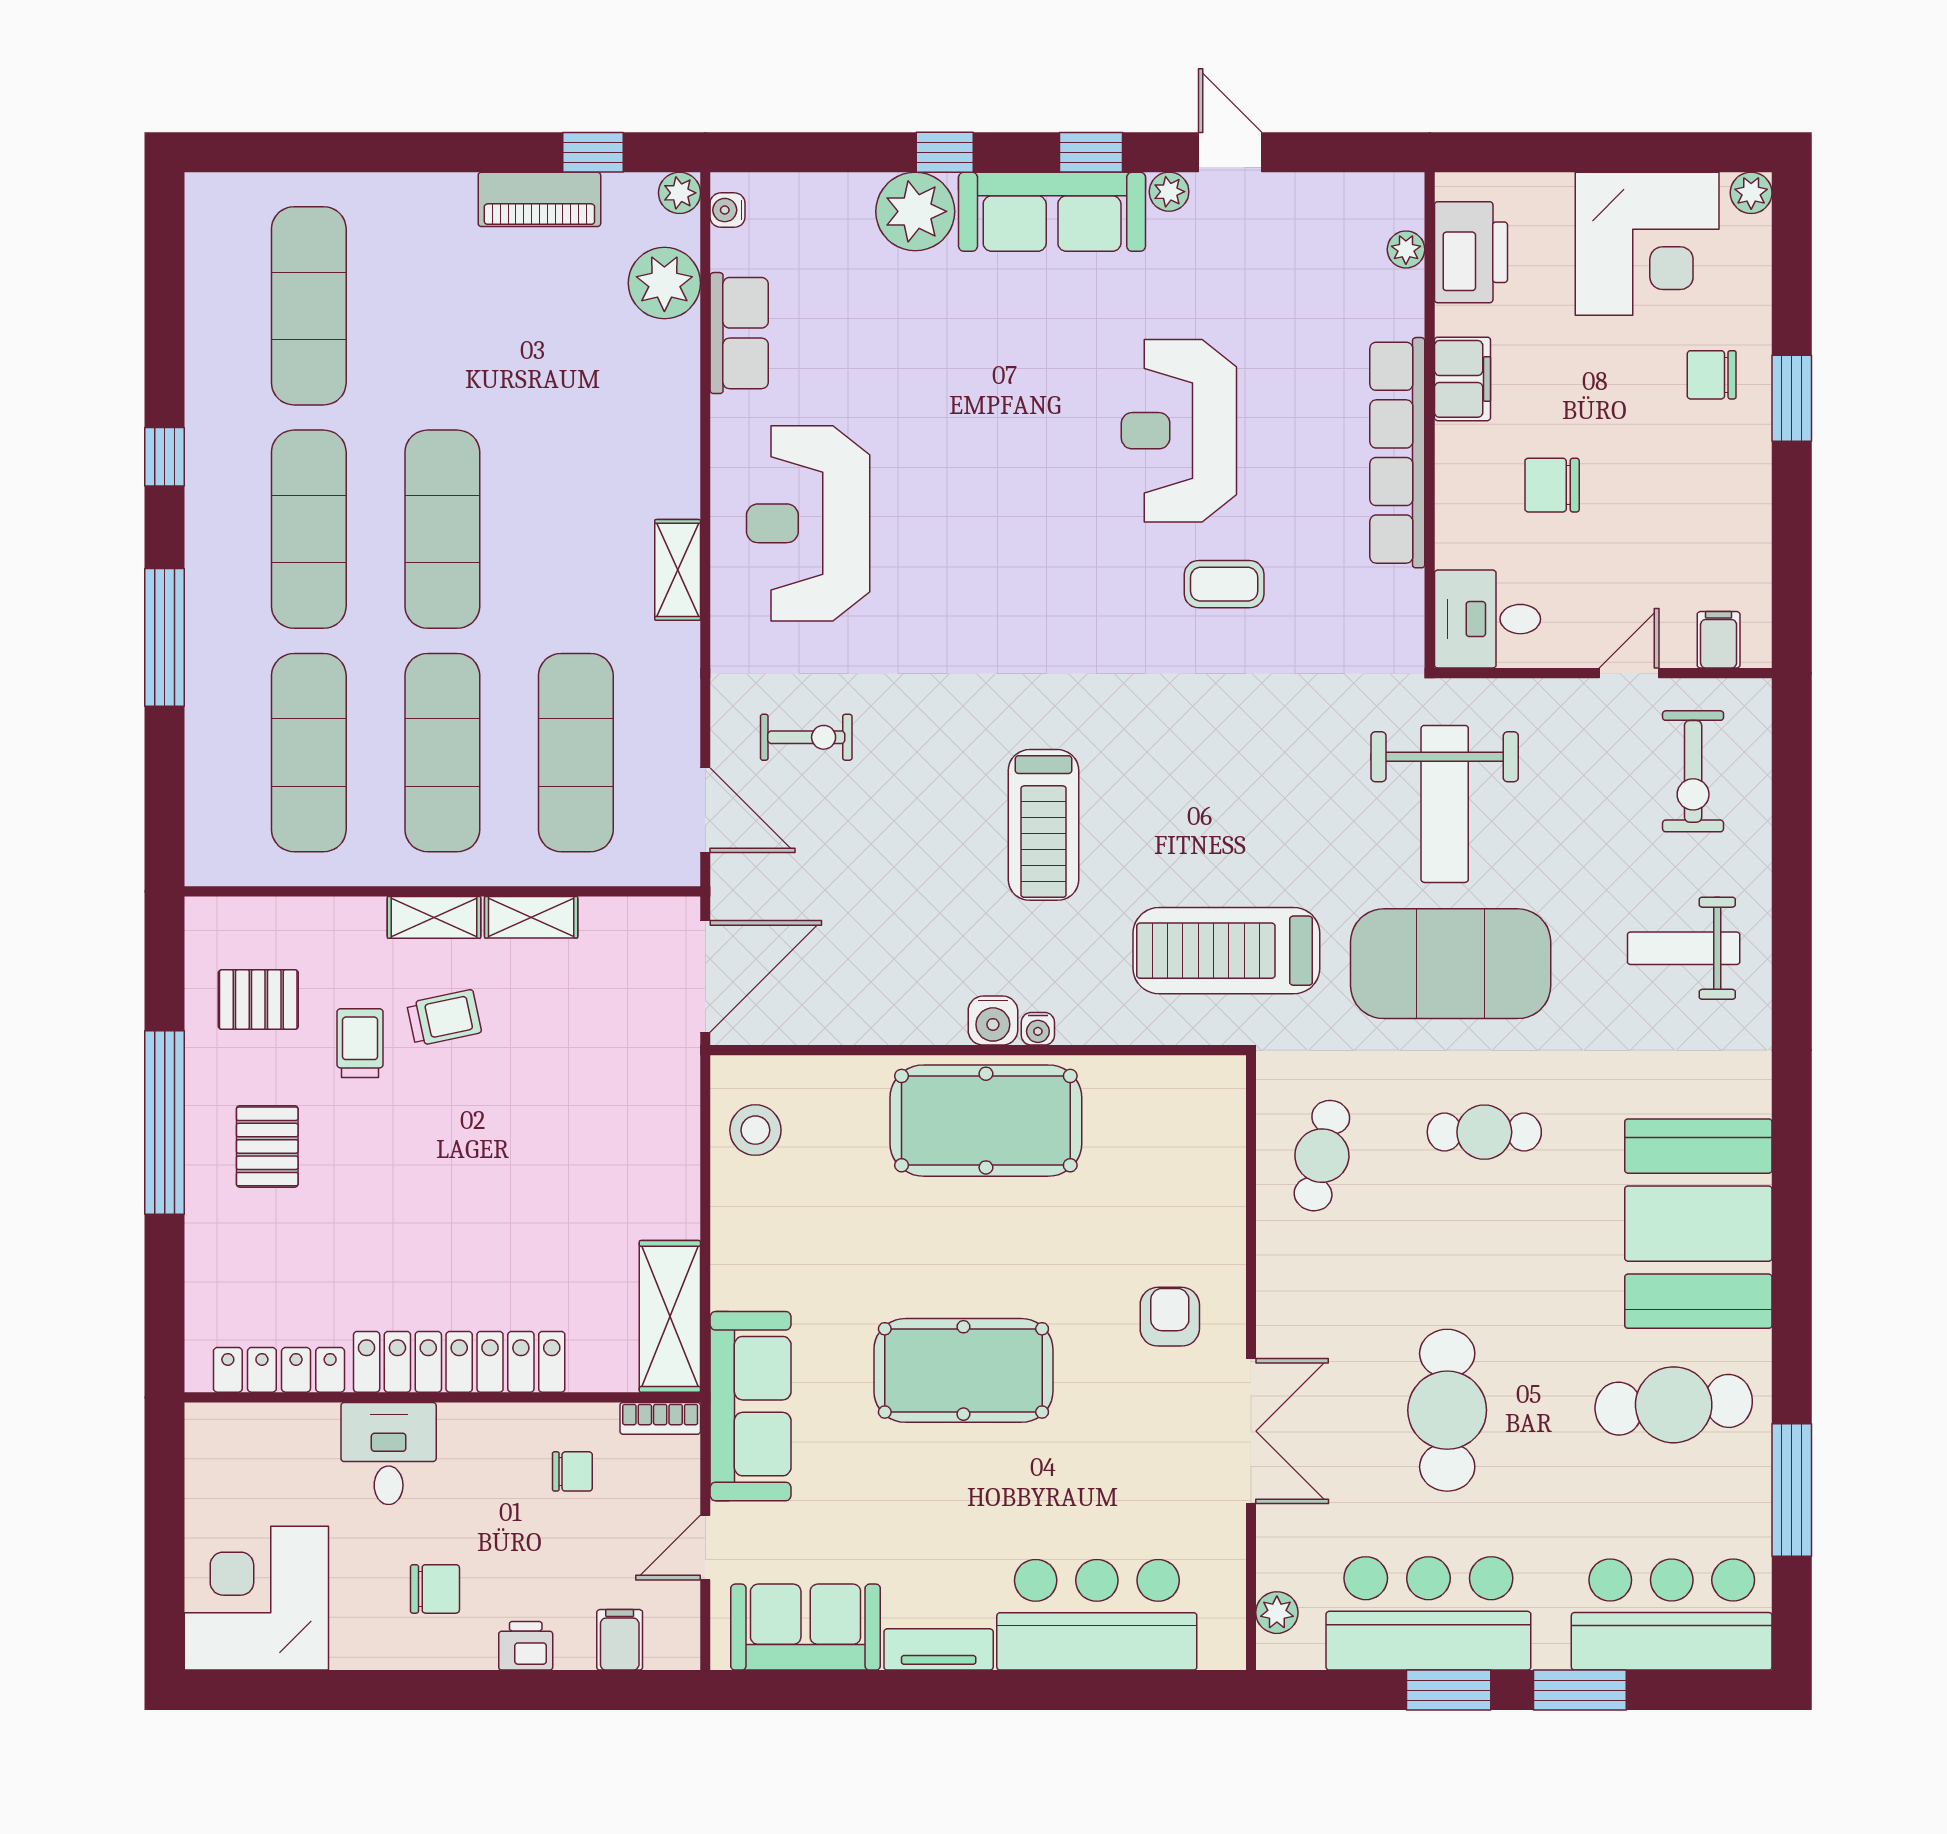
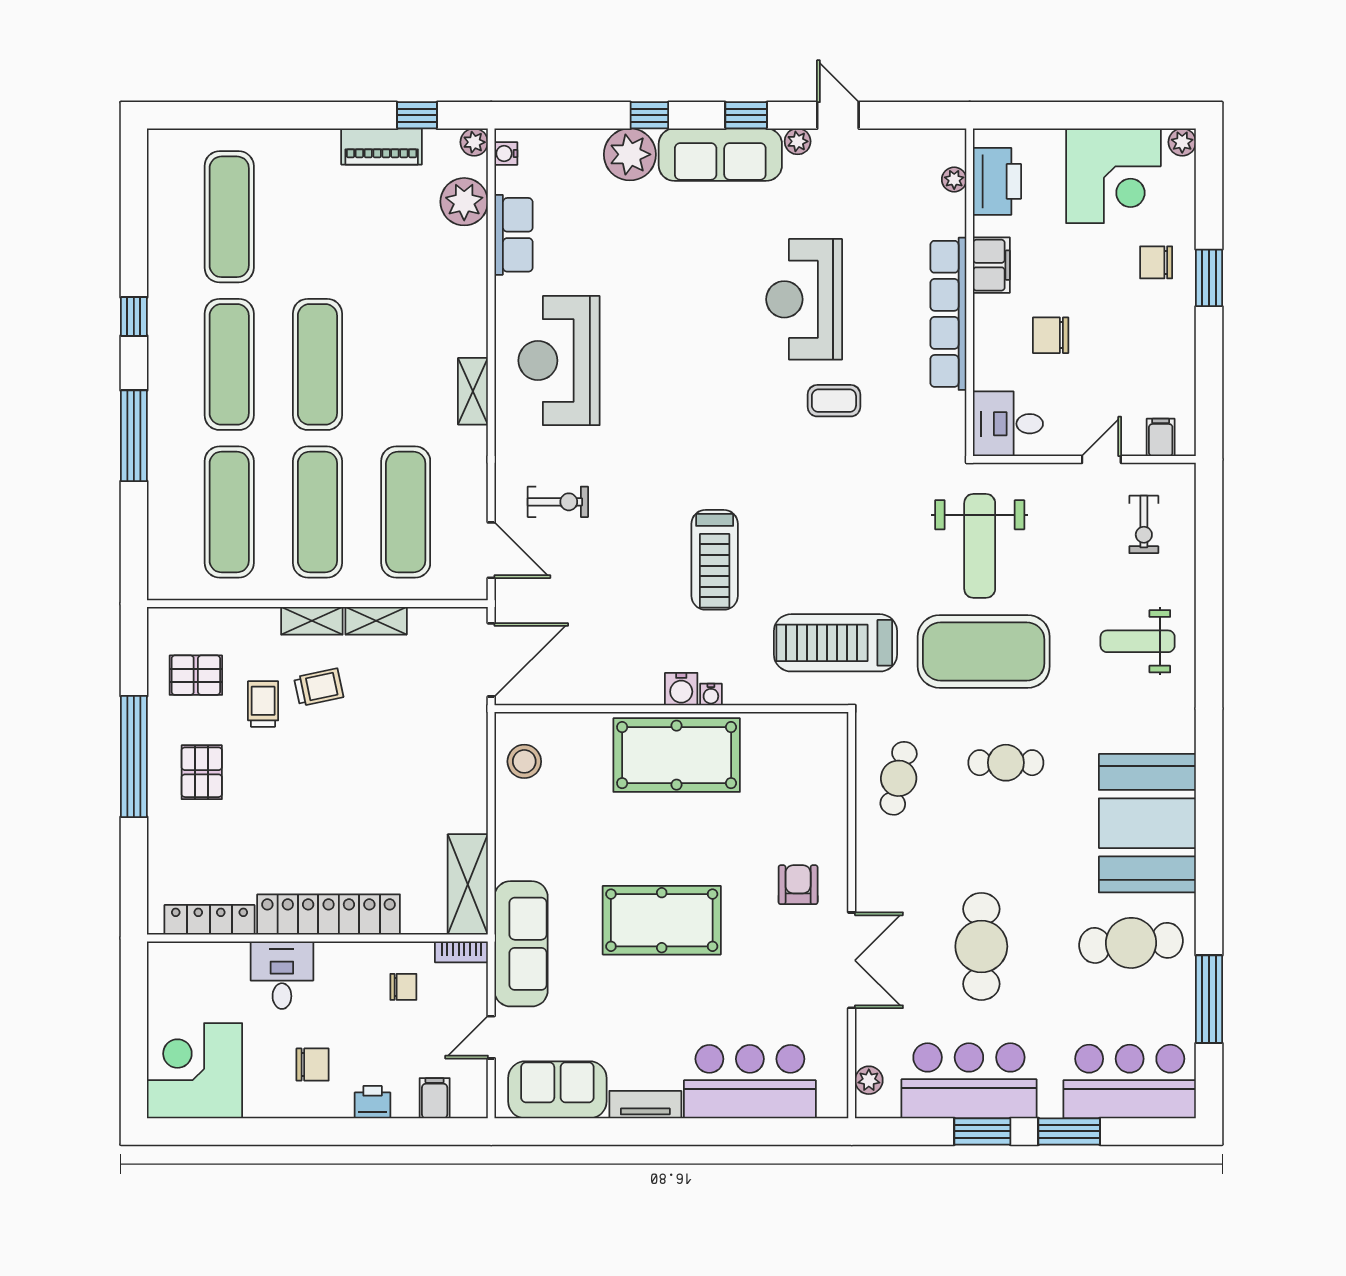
exercise bike: (1693, 771) -> (1144, 524), width x0.73, depth x0.72

